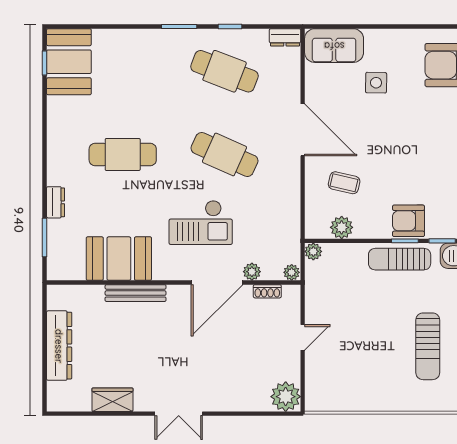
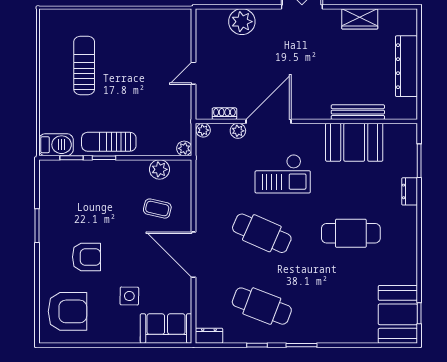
armchair: (408, 221) -> (86, 257), moved
checkout: (201, 222) -> (283, 174), turned 180
sun lounger: (400, 259) -> (109, 142), turned 180
bench: (136, 293) -> (358, 112), moved
plant: (286, 397) -> (242, 22), moved

